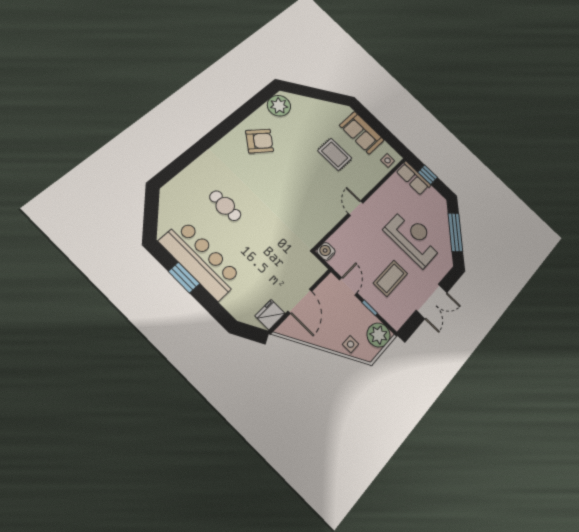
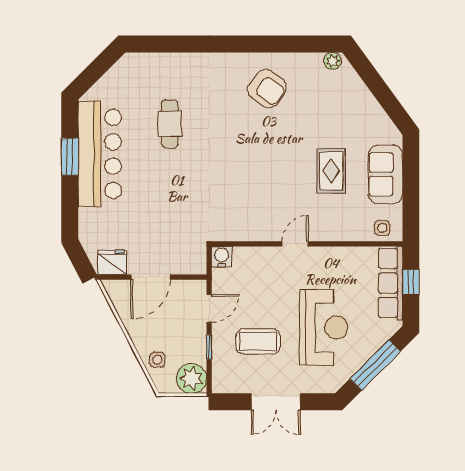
plant: (279, 106) -> (333, 61), width x0.53, depth x0.53
row of seats: (413, 178) -> (391, 283), width x1.48

